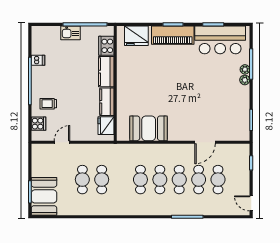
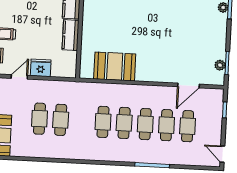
plant: (245, 80) -> (220, 65), moved
fridge: (106, 126) -> (41, 68), moved, turned 90
door: (205, 142) -> (188, 85), moved

